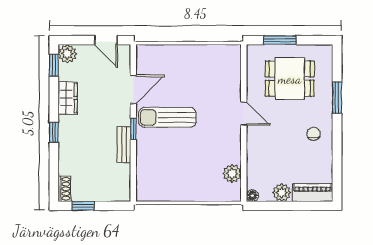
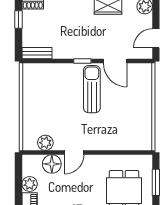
door: (244, 113) -> (74, 153), moved
bench: (124, 145) -> (37, 53), moved
floor lamp: (252, 196) -> (52, 164), moved, width x1.89, depth x1.89

